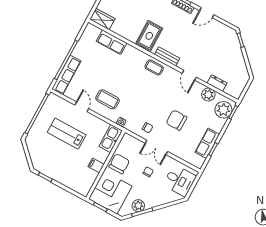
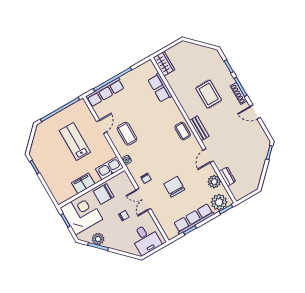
rug: (149, 36) -> (209, 94), moved, turned 90
row of seats: (207, 143) -> (194, 219), width x1.48
chair: (119, 164) -> (104, 194), turned 180
filing cabinet: (96, 166) -> (83, 183), width x2.00

